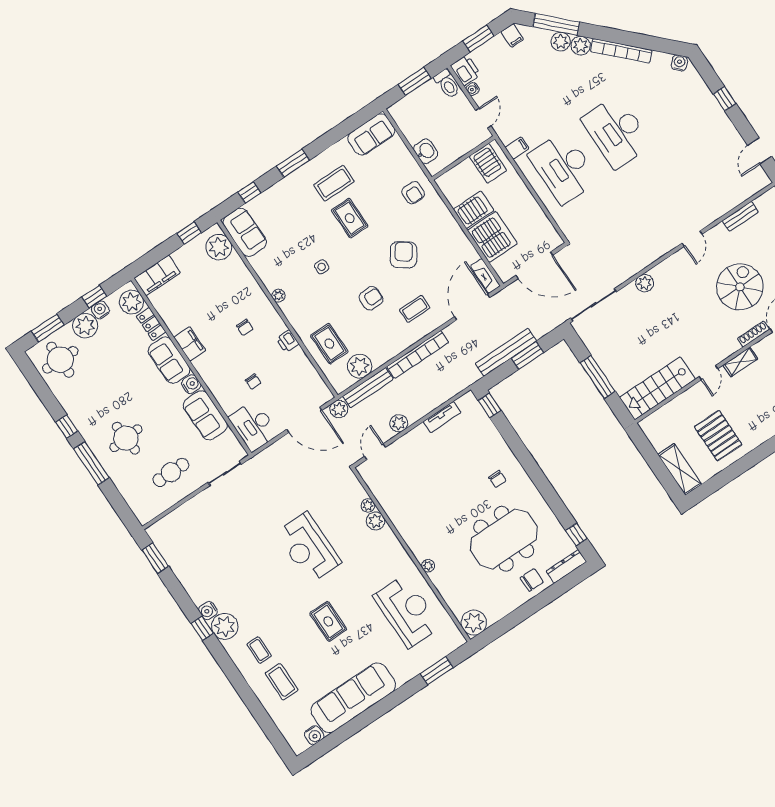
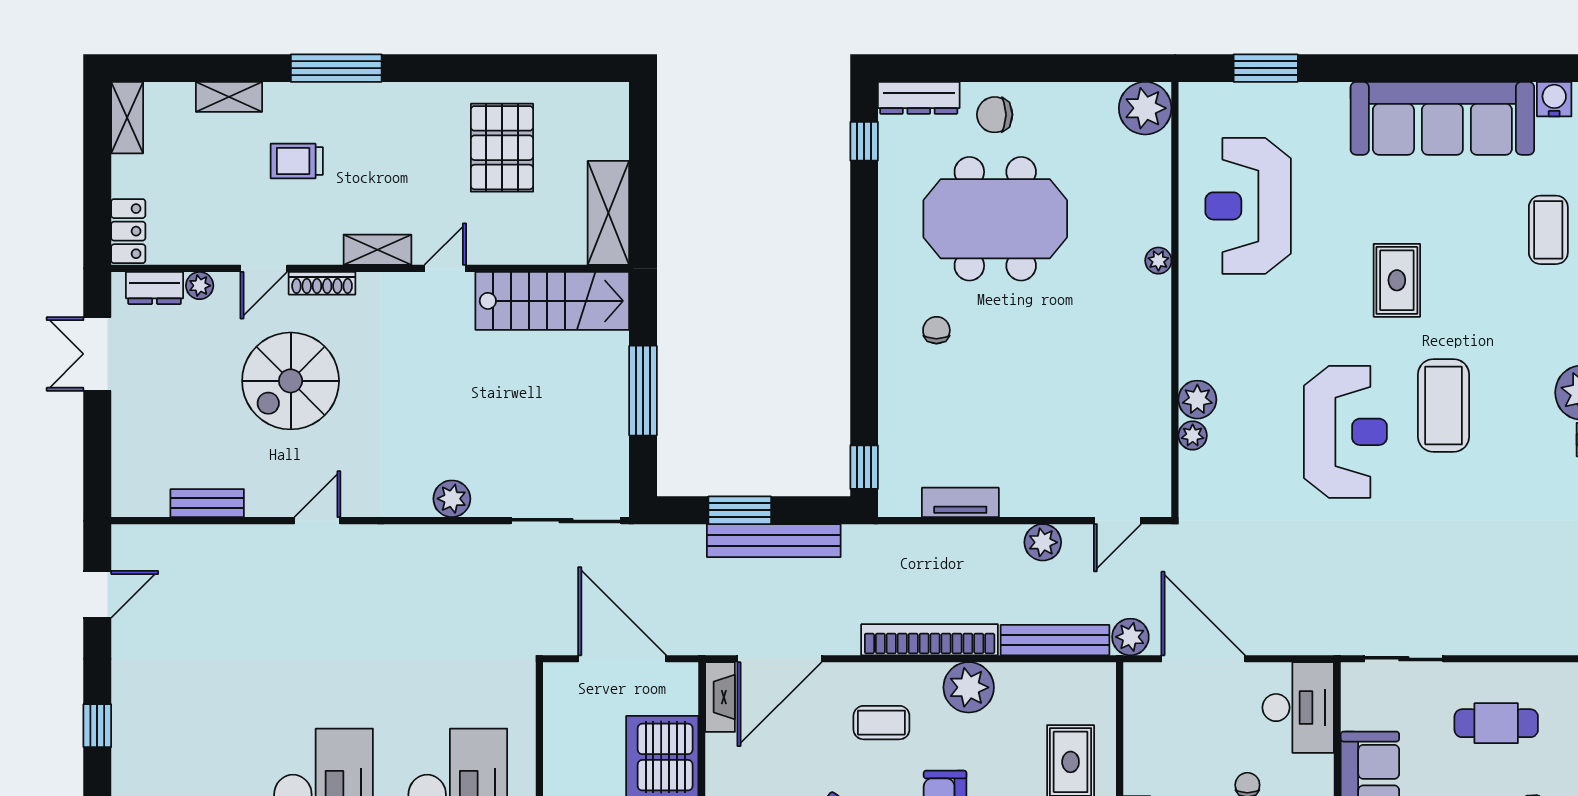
plant: (360, 366) -> (969, 687), moved
shelving: (680, 469) -> (608, 213), moved
coffee table: (259, 650) -> (1443, 406), moved, width x1.86, depth x1.72

